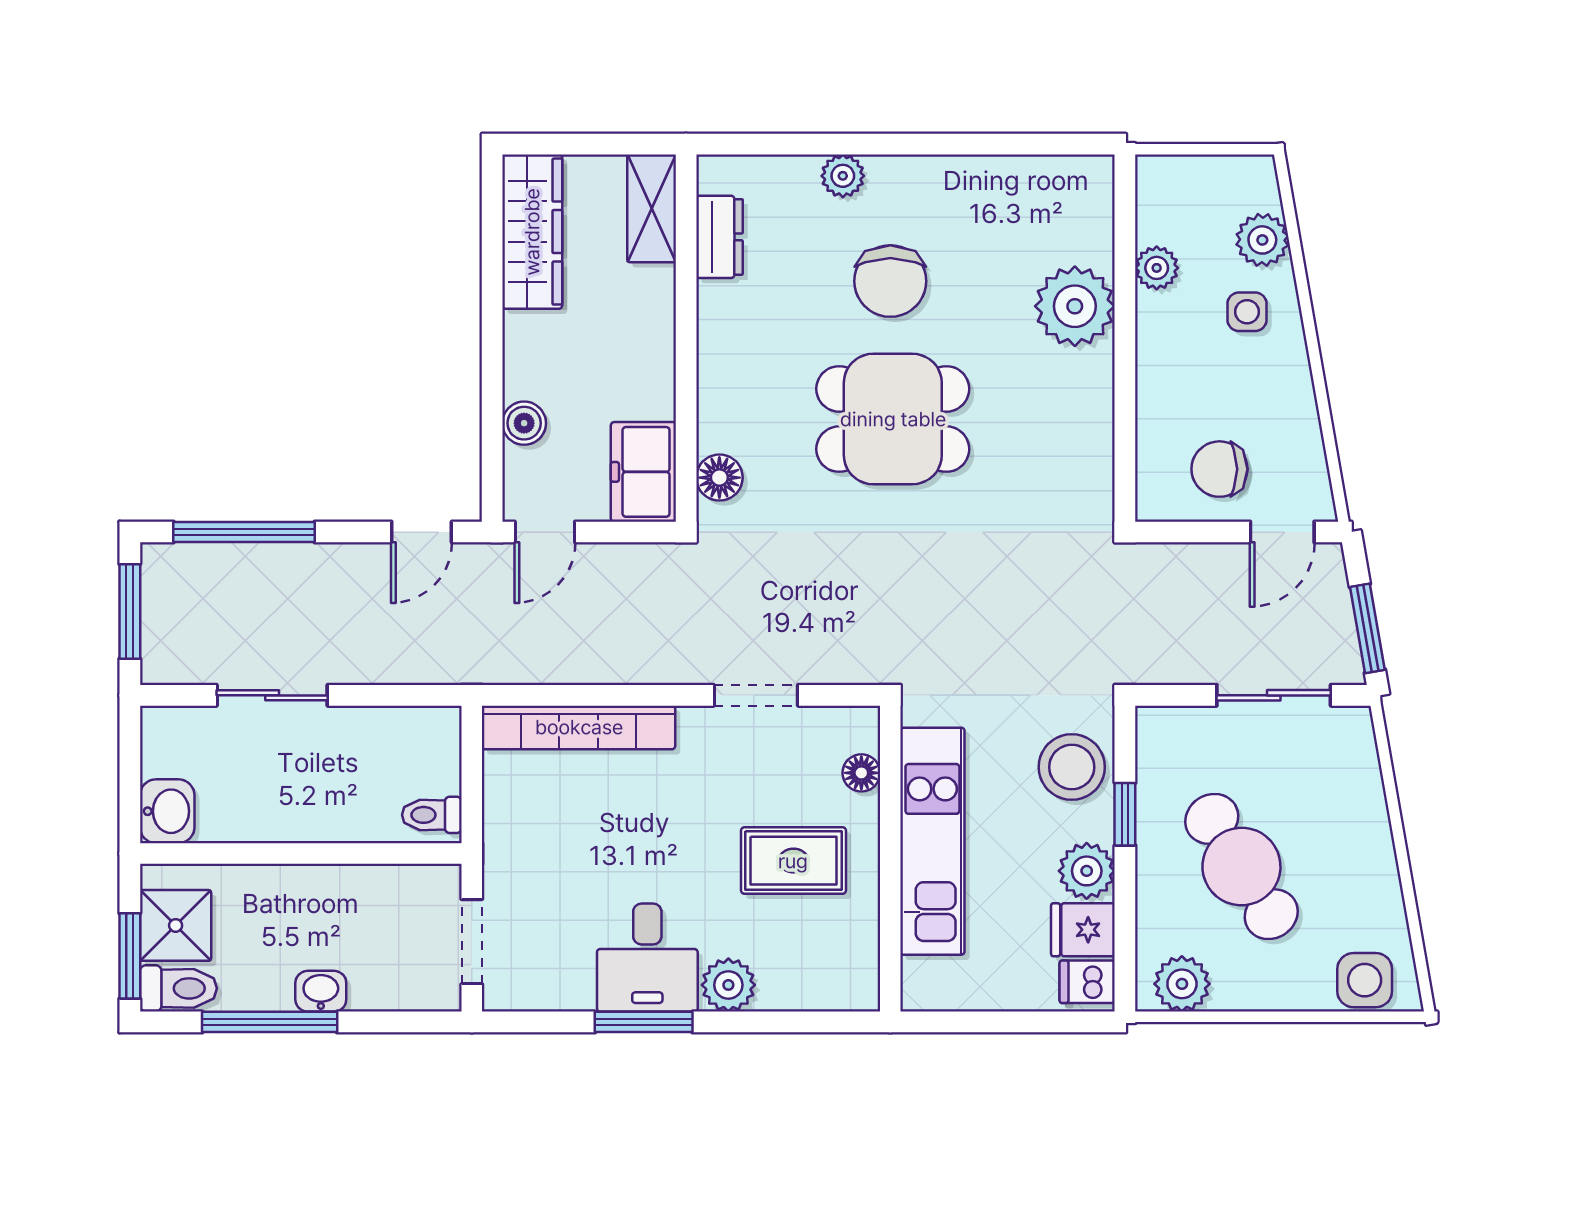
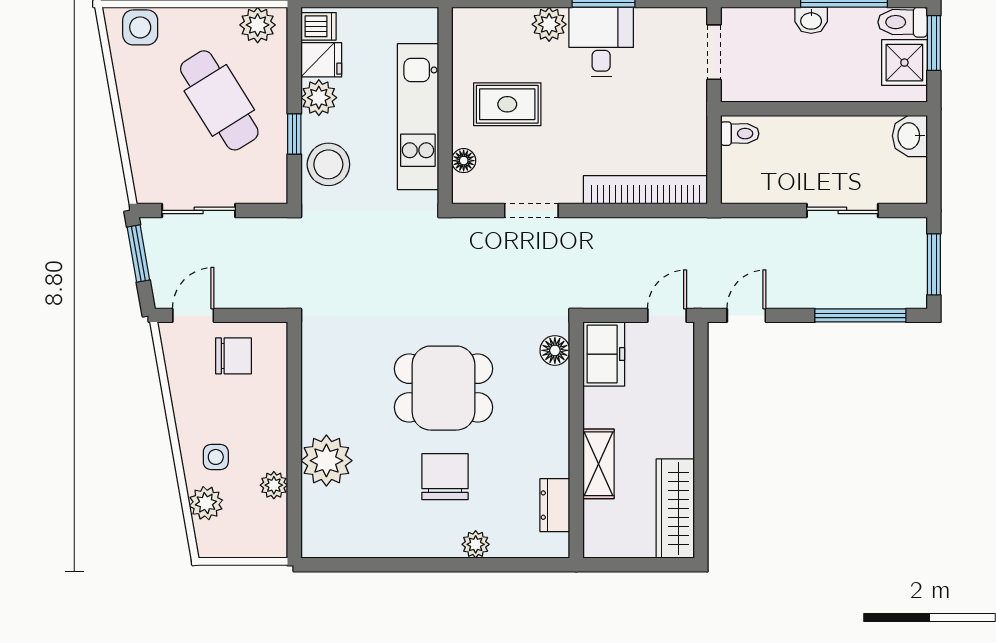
shelving: (652, 208) -> (598, 464), moved
boiler: (524, 423) -> (680, 385), removed

